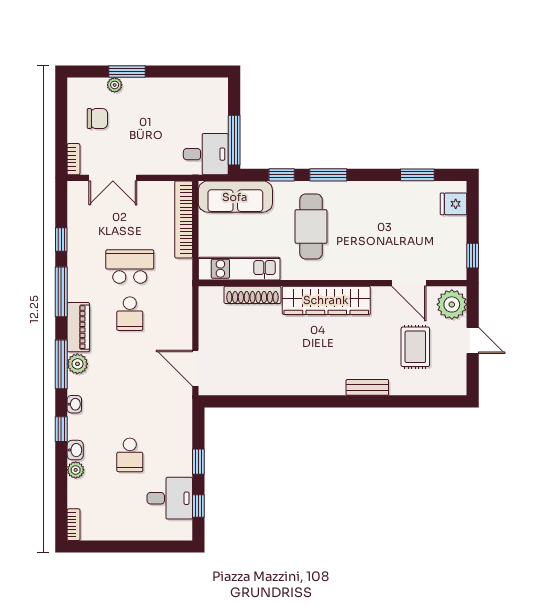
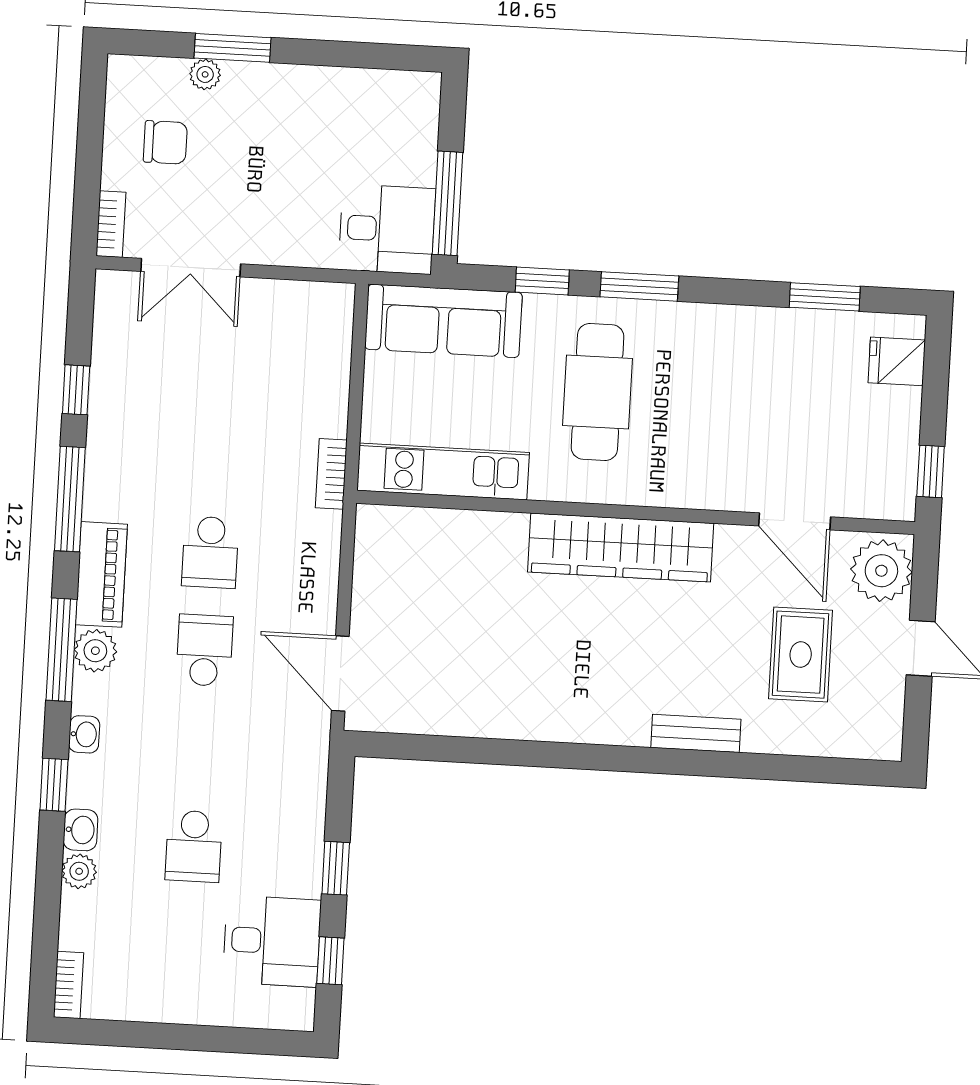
bookcase: (184, 219) -> (331, 474), moved, width x0.43, depth x0.76
school desk: (130, 267) -> (205, 650), moved, width x0.54
shoe rack: (252, 295) -> (468, 528), removed

